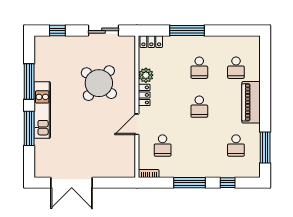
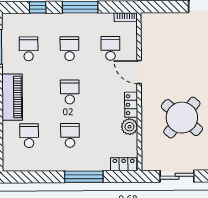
door: (137, 124) -> (139, 72), swing flipped
school desk: (199, 146) -> (70, 49), added

